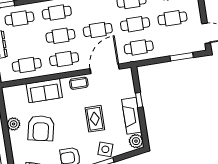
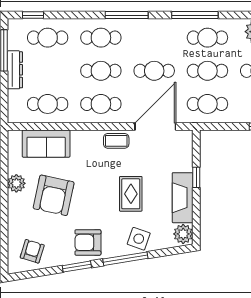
sofa: (44, 91) -> (46, 144), moved

